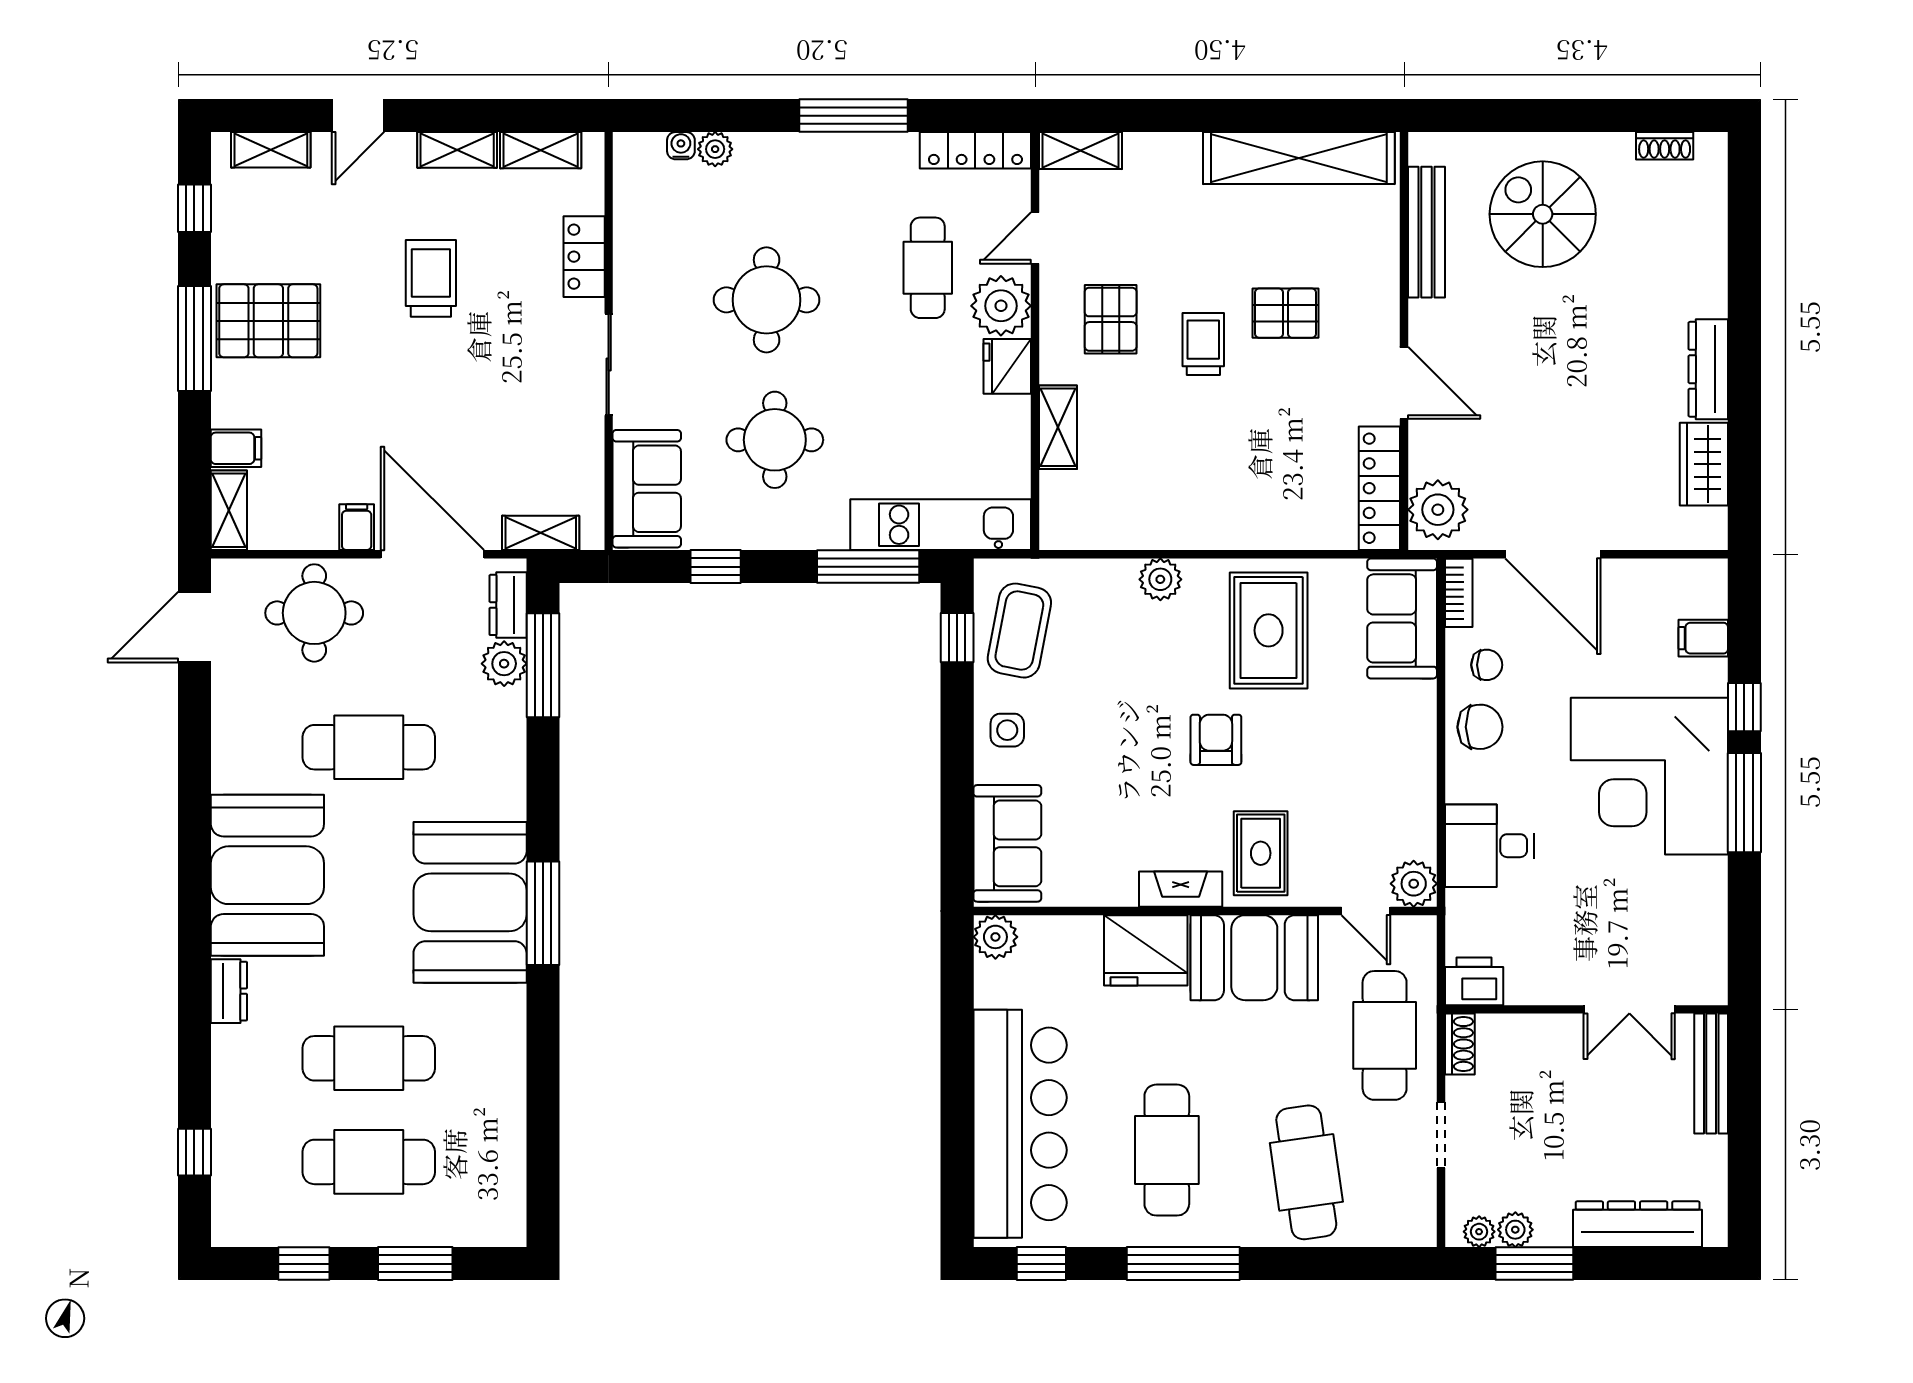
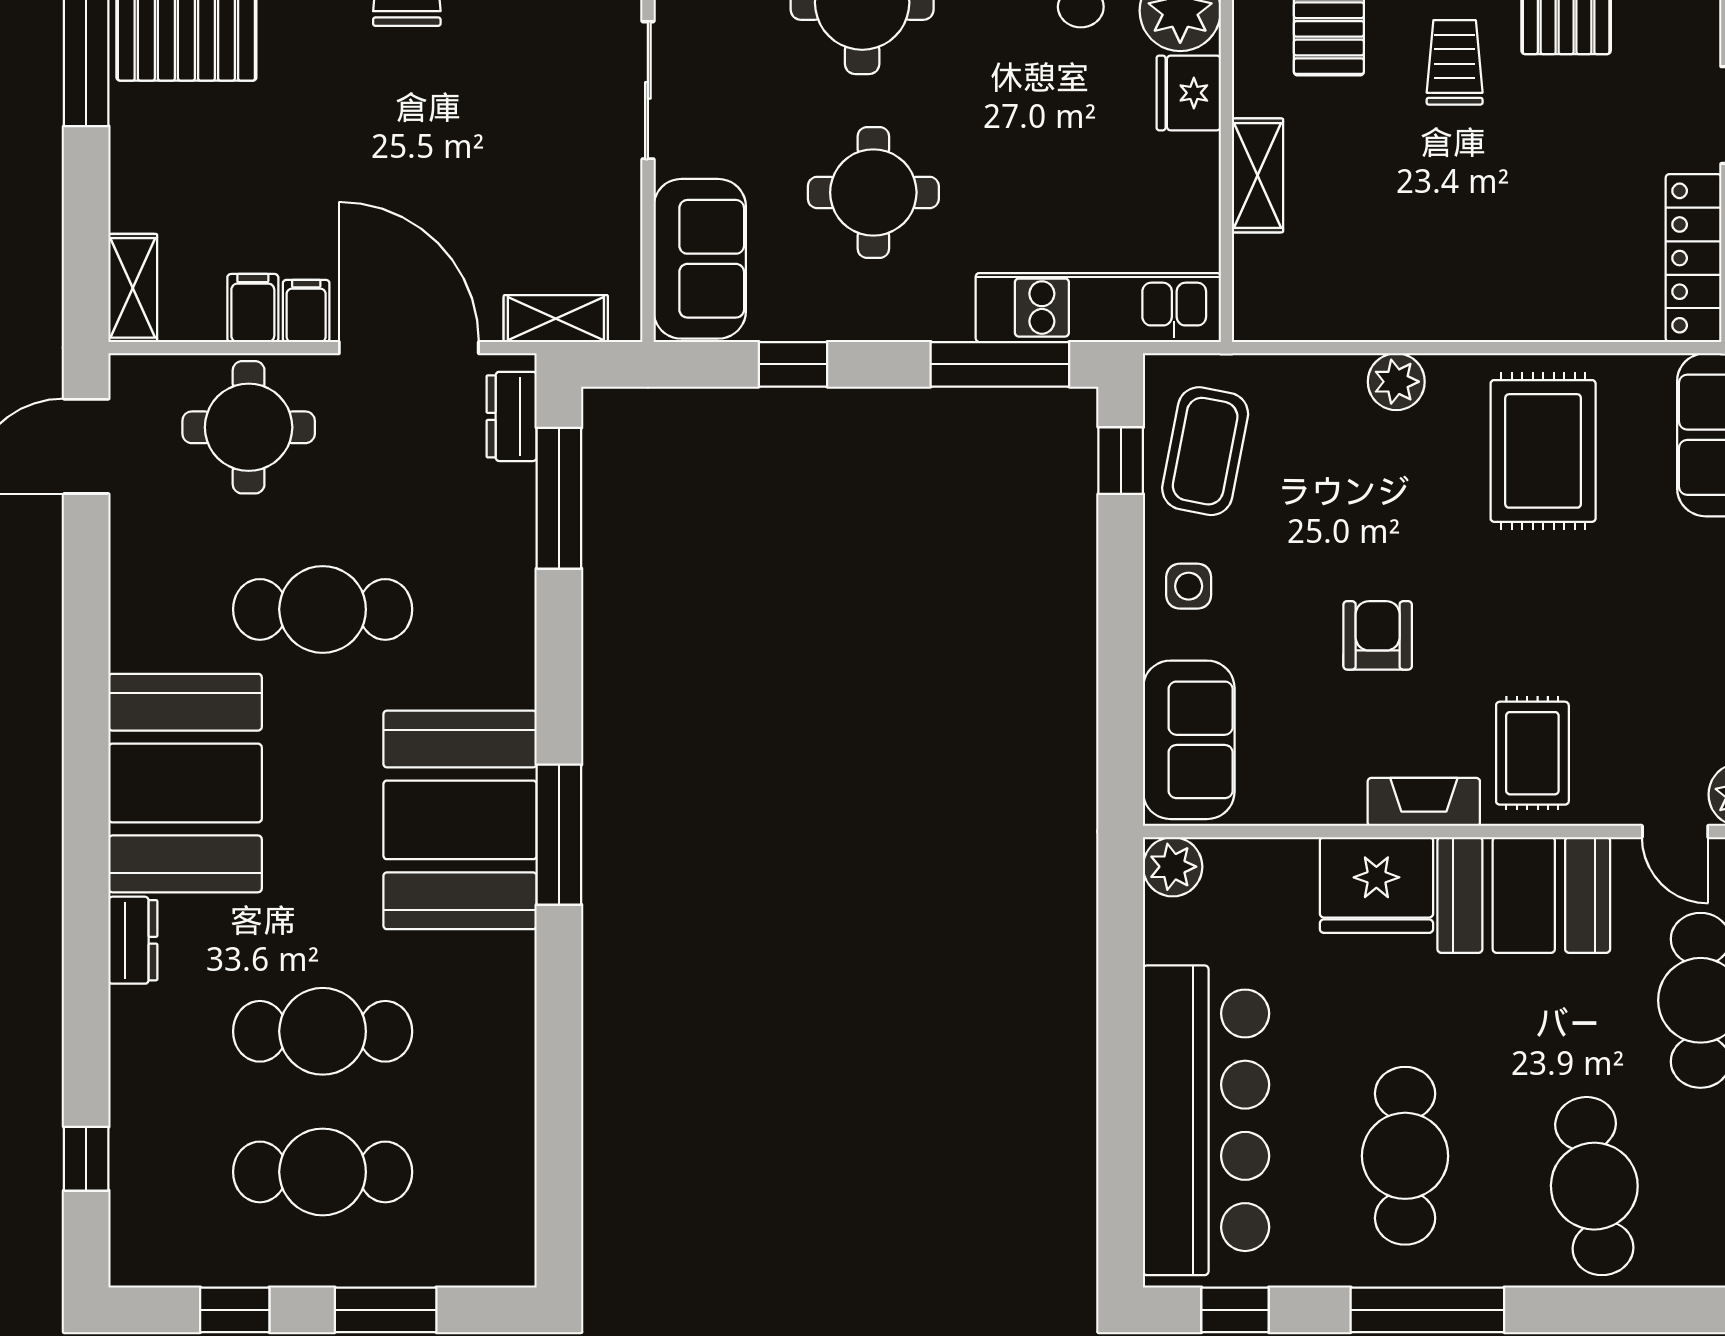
filing cabinet: (236, 448) -> (253, 308), moved, turned -90
plant: (504, 664) -> (506, 496), removed
armchair: (1216, 740) -> (1378, 635), moved

